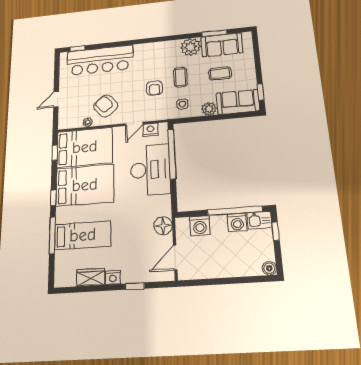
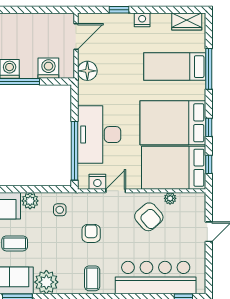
coffee table: (180, 77) -> (92, 278), moved
window: (53, 198) -> (209, 127), moved
wardrobe: (91, 277) -> (187, 21), moved

